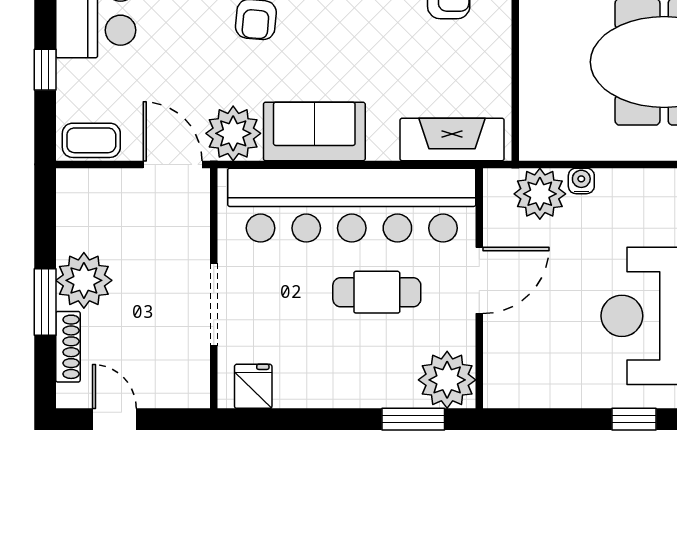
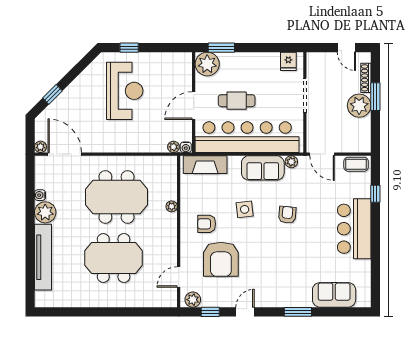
side table: (358, 32) -> (245, 209), added
plant: (532, 40) -> (172, 206), added
plant: (233, 133) -> (291, 162), width x0.53, depth x0.53
water cooler: (581, 181) -> (186, 147), moved
plant: (540, 194) -> (173, 147), width x0.53, depth x0.53

